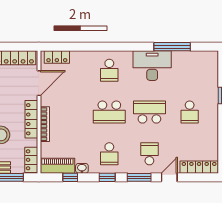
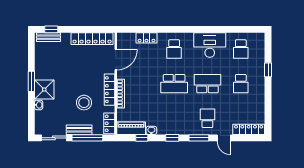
window: (172, 47) -> (226, 29), removed
locker: (57, 57) -> (147, 38), moved
school desk: (109, 154) -> (241, 49), moved
door: (169, 177) -> (224, 138), swing flipped

